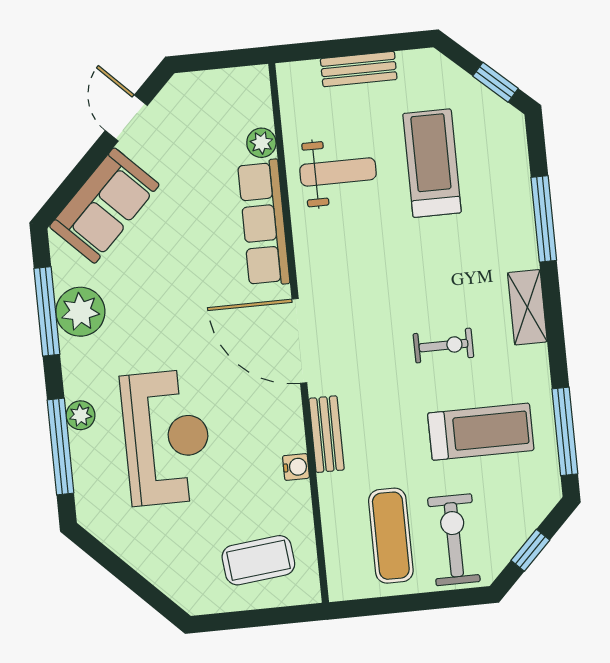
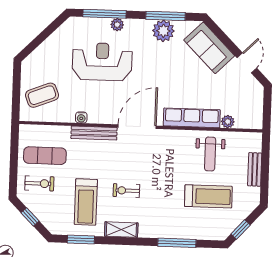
door: (126, 118) -> (247, 63), hinge flipped
shelving: (527, 307) -> (121, 230), moved
exercise bike: (443, 346) -> (126, 191), turned 90
window: (565, 431) -> (81, 239), width x0.69
bench: (327, 434) -> (94, 133), width x1.36
reception desk: (167, 437) -> (102, 62), turned 180
exercise bike: (454, 540) -> (39, 183), width x0.73, depth x0.72
coffee table: (258, 560) -> (42, 95), turned 75

